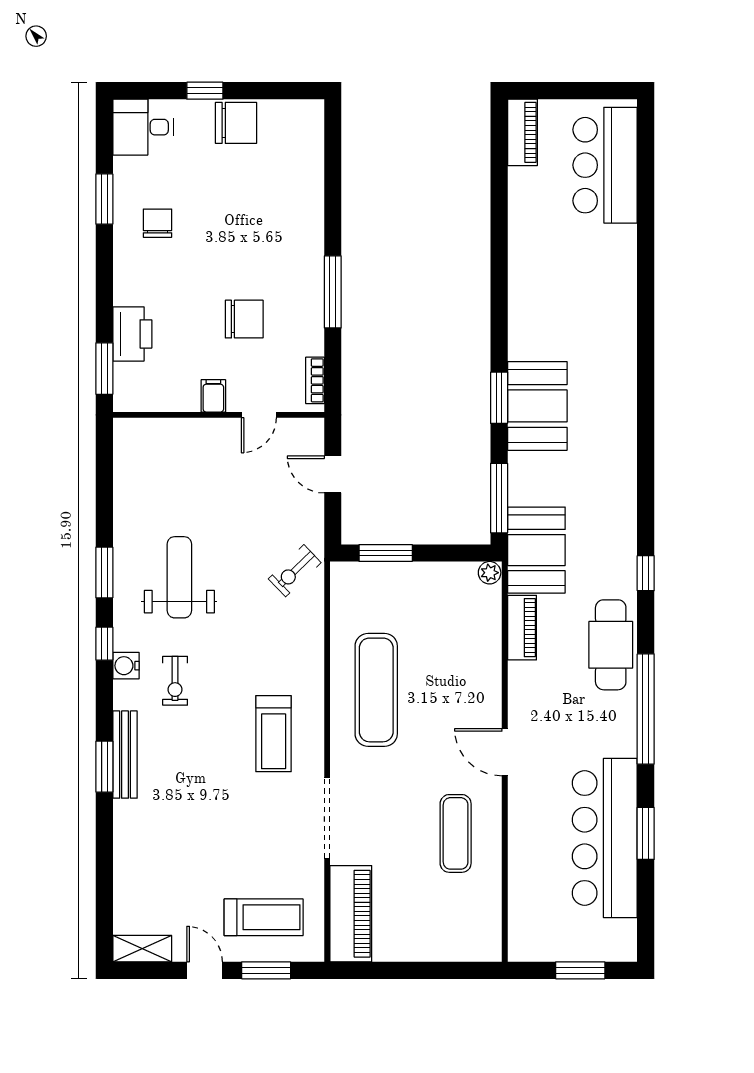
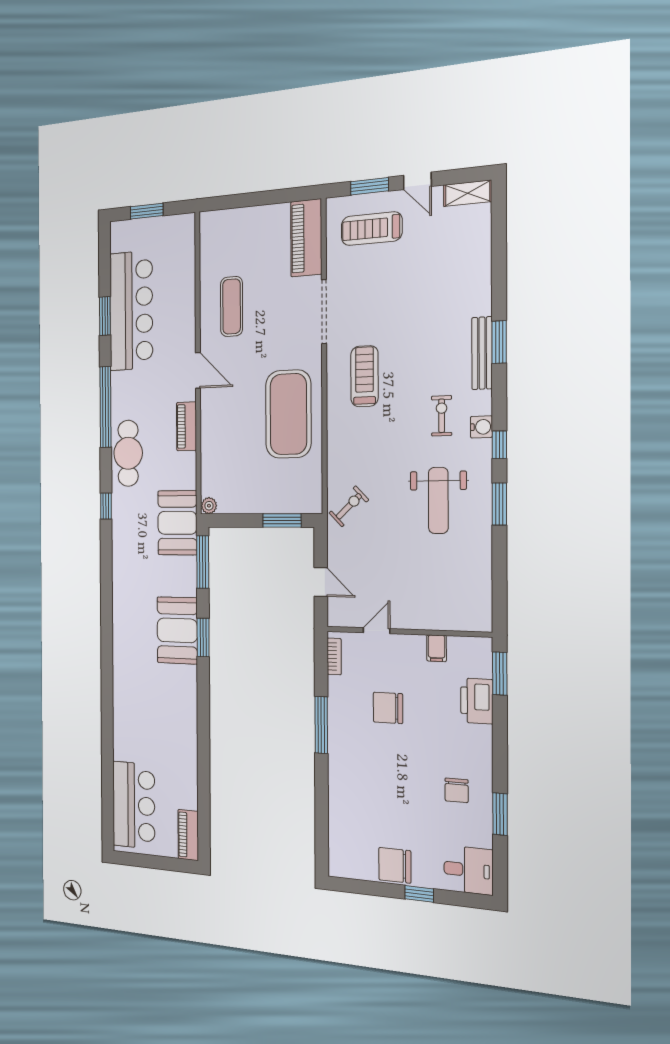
filing cabinet: (213, 396) -> (437, 648), moved
piano: (522, 628) -> (187, 426), moved
exercise mat: (376, 690) -> (288, 414), width x1.47

